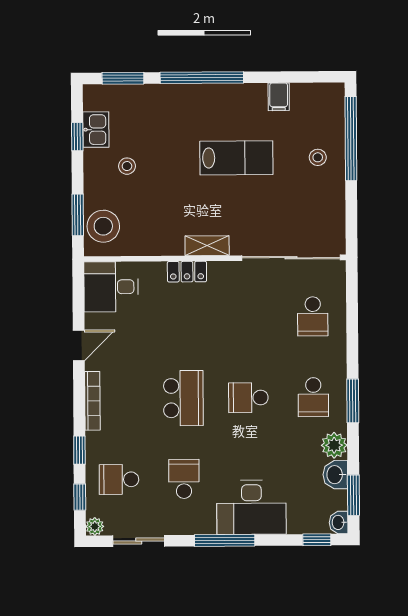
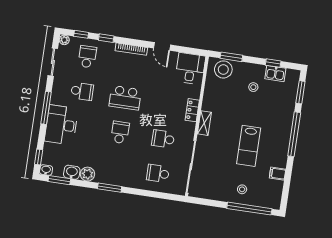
school desk: (313, 397) -> (163, 139), moved

